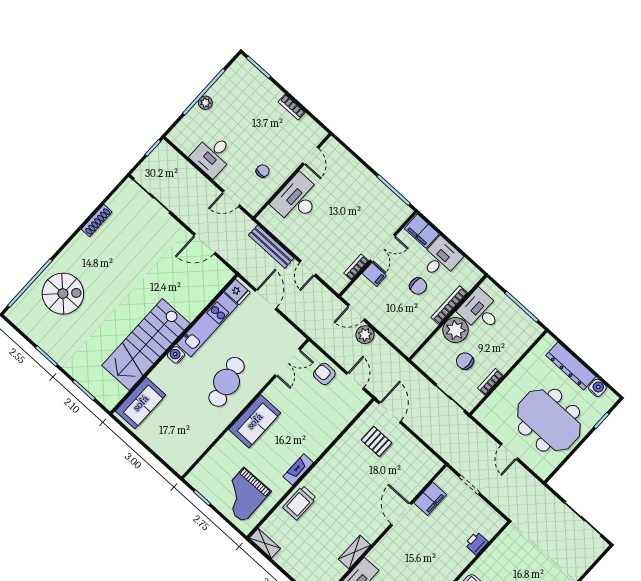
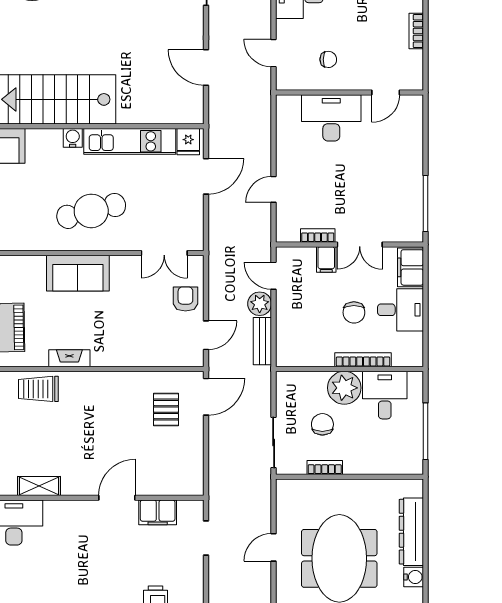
bench: (271, 247) -> (262, 341), moved, width x0.73

